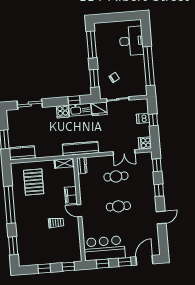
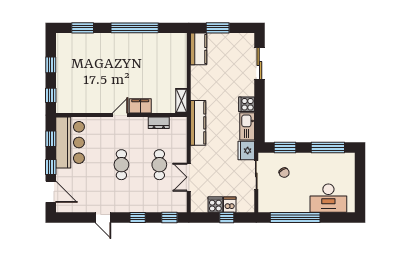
window: (74, 100) -> (259, 120), removed
cooker: (145, 143) -> (215, 205), moved
dresser: (82, 166) -> (159, 123), moved
pallet: (34, 182) -> (161, 60), removed
trolley: (56, 223) -> (107, 84), removed

